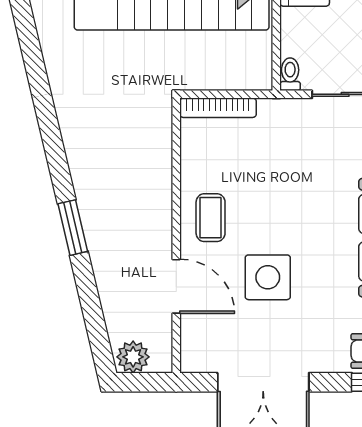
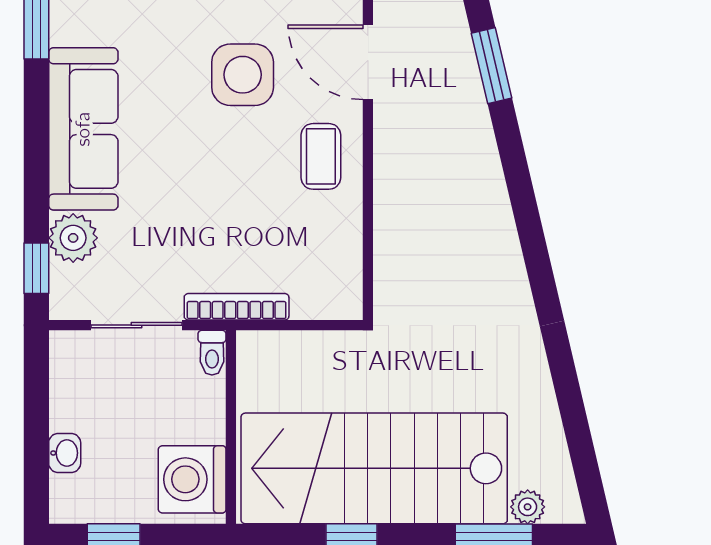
bookcase: (218, 108) -> (237, 307), moved
window: (73, 228) -> (492, 66), moved

